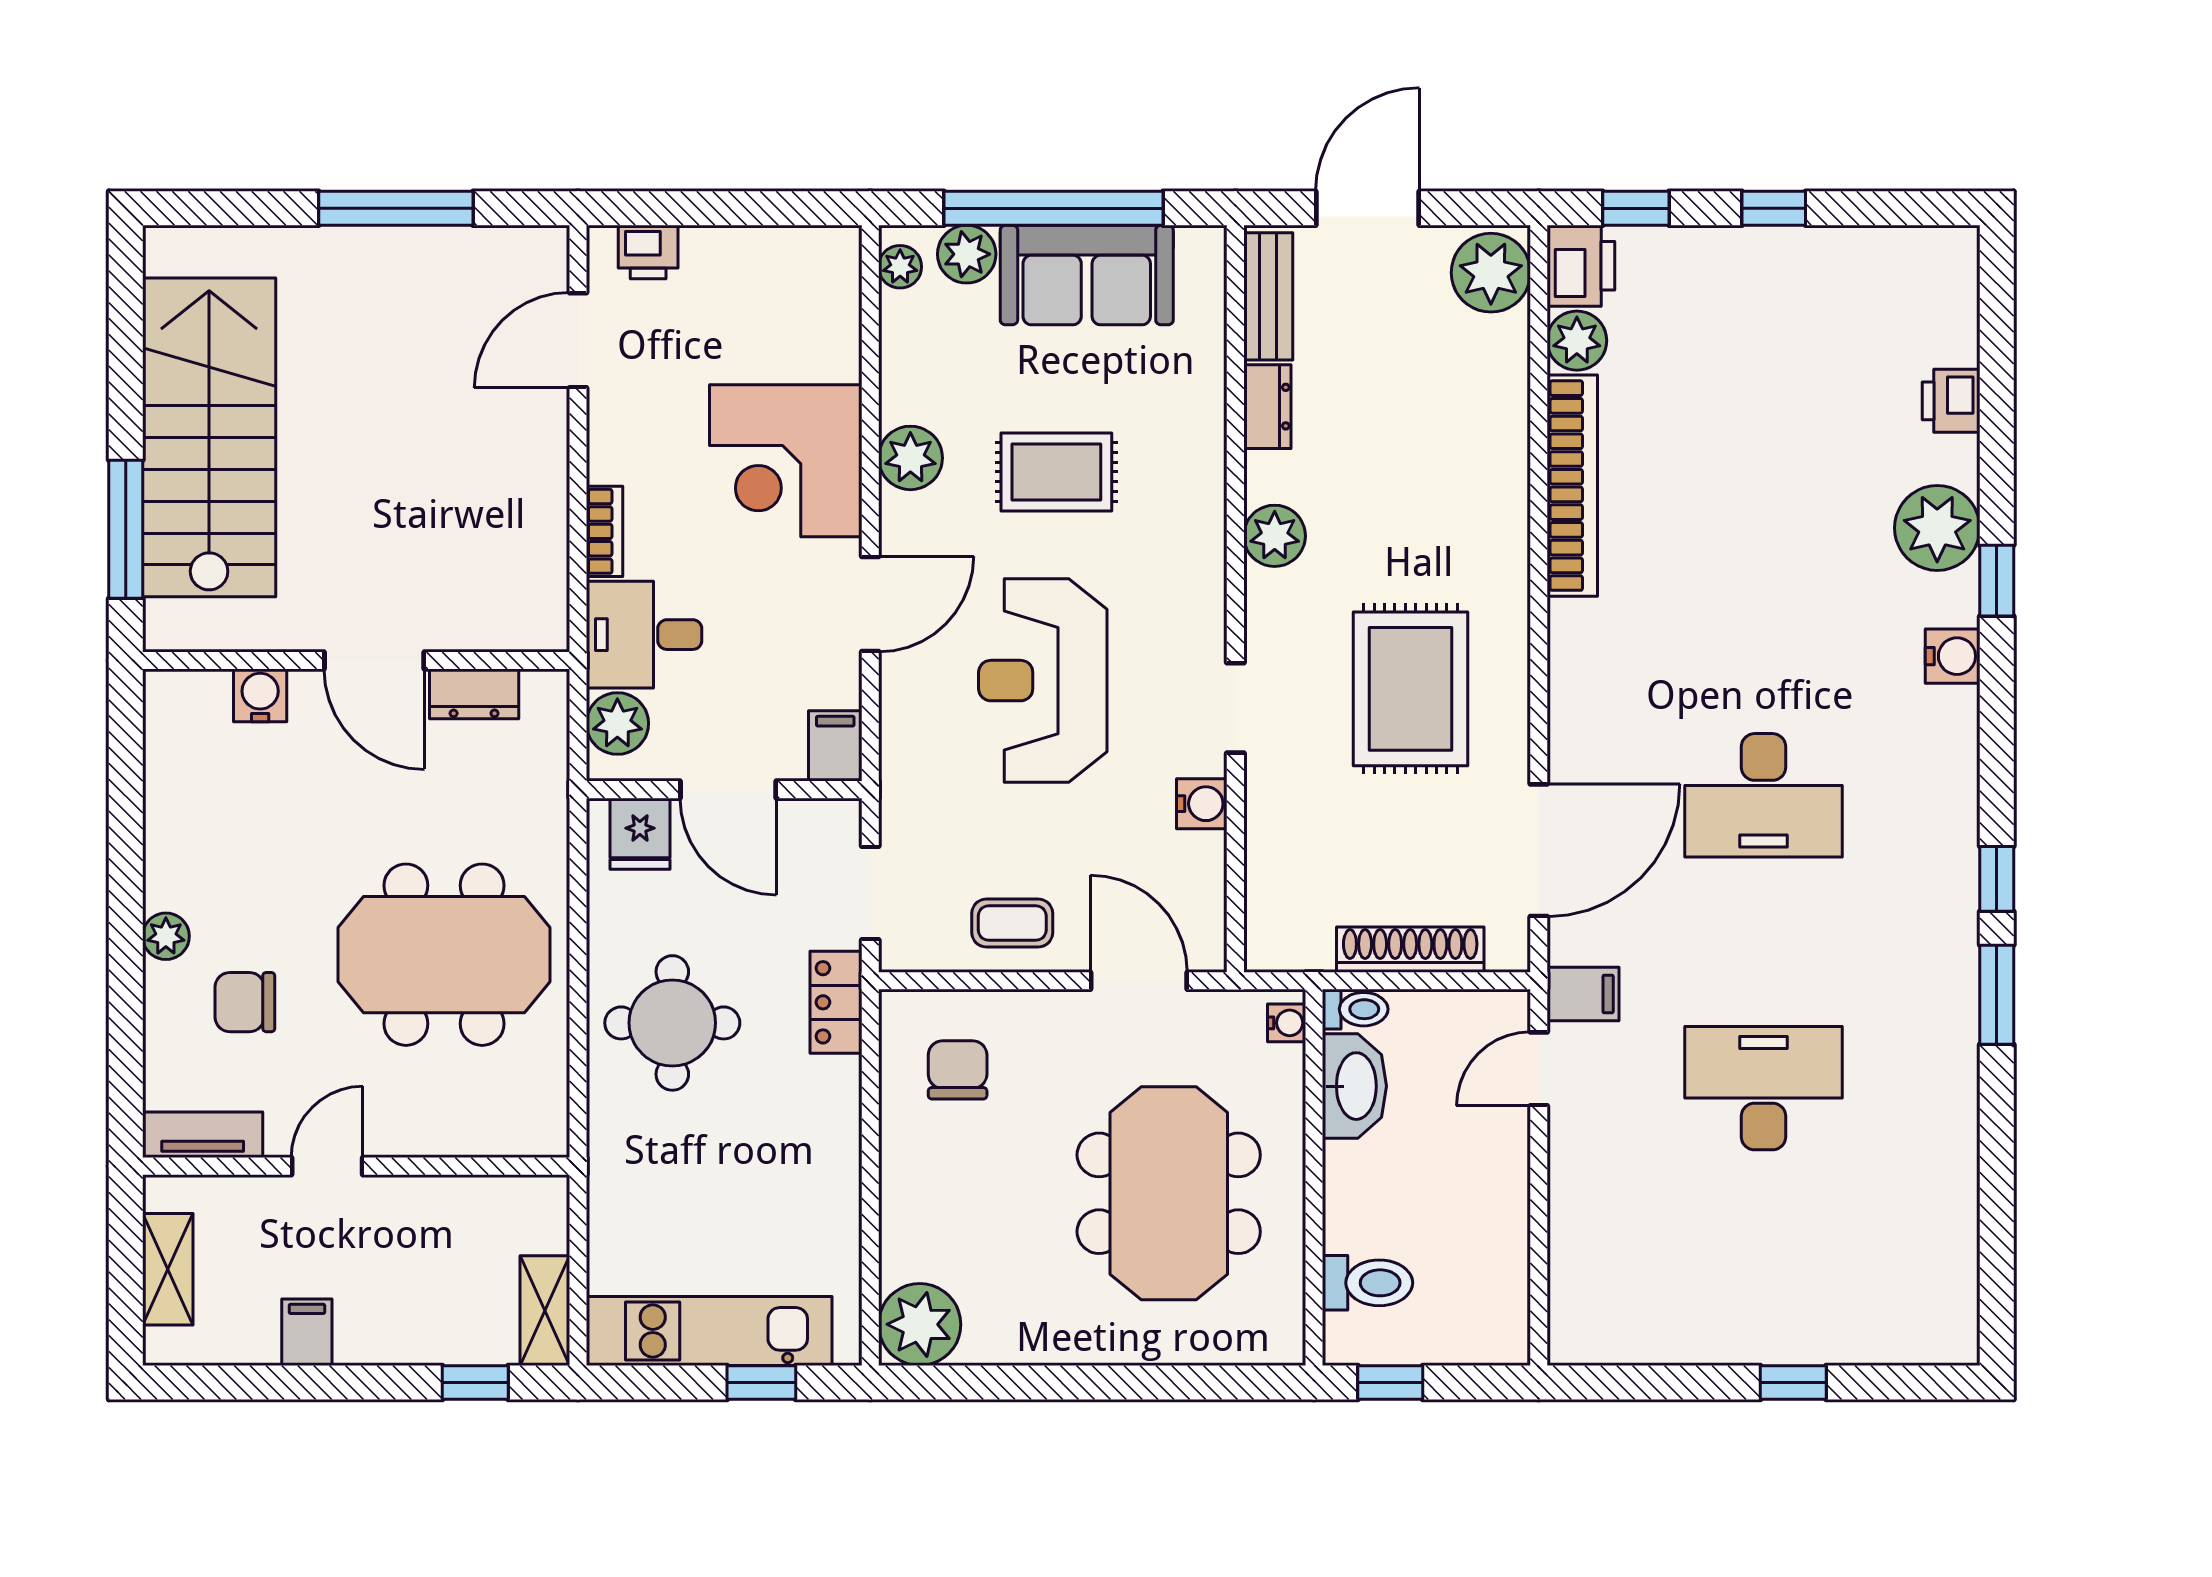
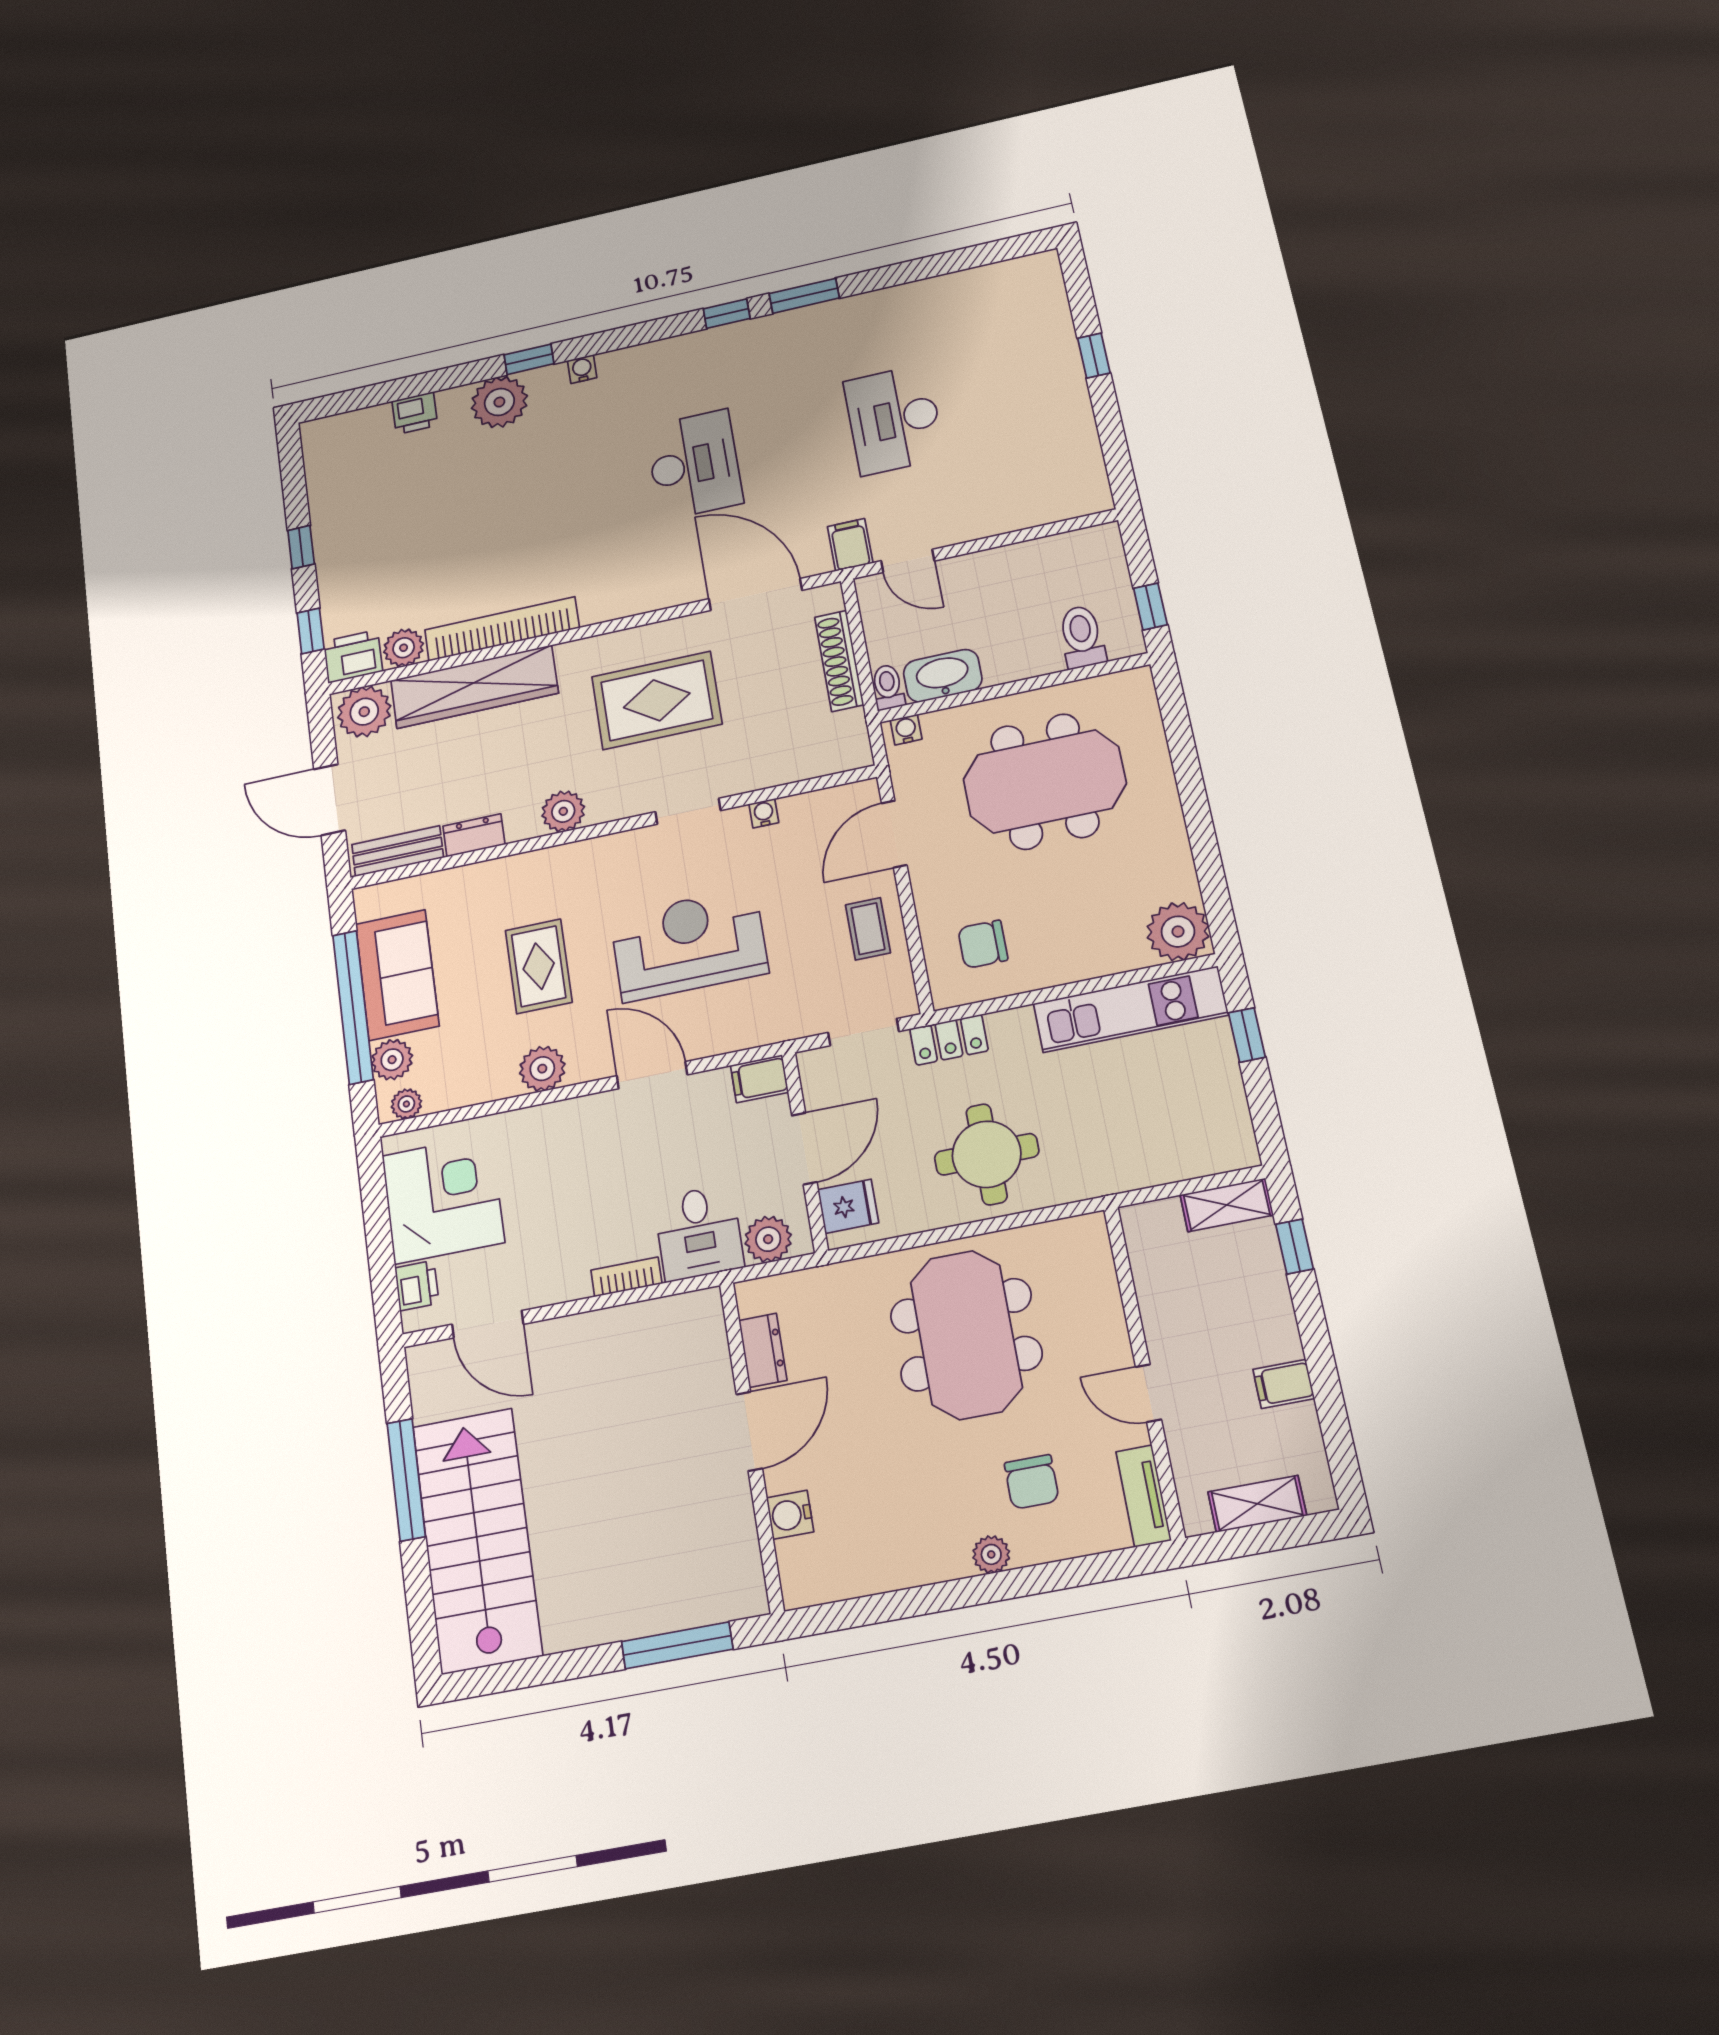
wardrobe: (1492, 435) -> (474, 687), added
stairs: (209, 437) -> (477, 1540), moved, turned 90
corner desk: (786, 461) -> (443, 1199), moved, turned -90
water cooler: (1953, 656) -> (582, 369), width x0.72, depth x0.72
reception desk: (1043, 681) -> (689, 944), turned 180
water cooler: (1202, 804) -> (764, 813), width x0.72, depth x0.72
kitchen unit: (709, 1331) -> (1131, 1009), moved, turned -90

